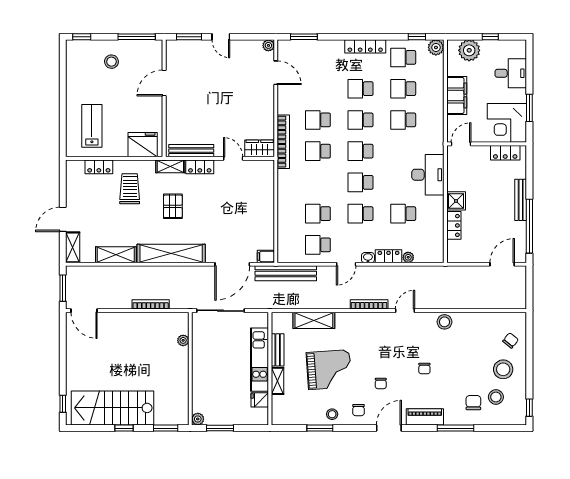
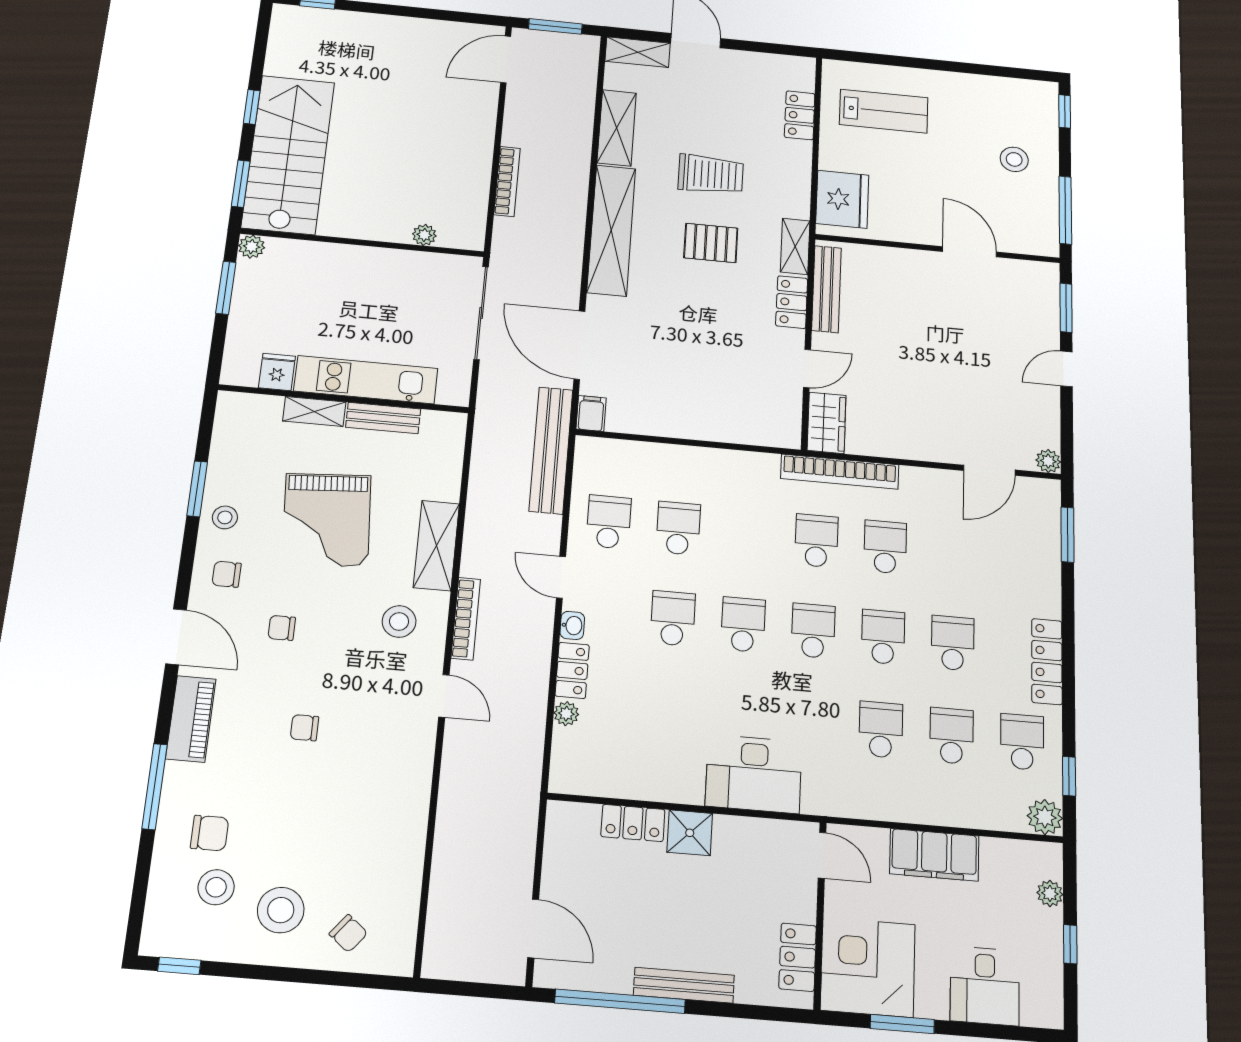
plant: (469, 50) -> (1050, 893), width x0.53, depth x0.53
trolley: (130, 189) -> (711, 174), moved
school desk: (403, 214) -> (667, 711), removed
shelving: (314, 320) -> (436, 545), moved
stool: (444, 322) -> (399, 621), moved
stairs: (112, 408) -> (288, 154), moved

